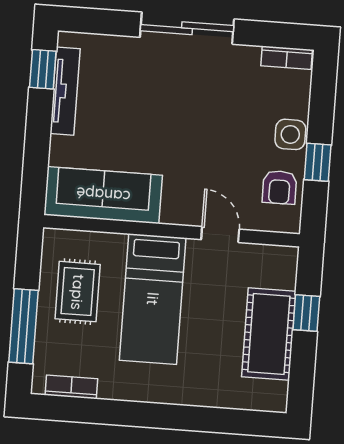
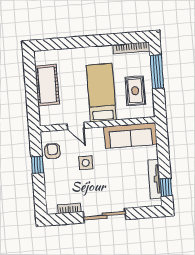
bookcase: (287, 58) -> (69, 208), moved
side table: (290, 134) -> (86, 163), moved
window: (306, 313) -> (32, 97), removed
bookcase: (71, 387) -> (131, 48), width x1.56

